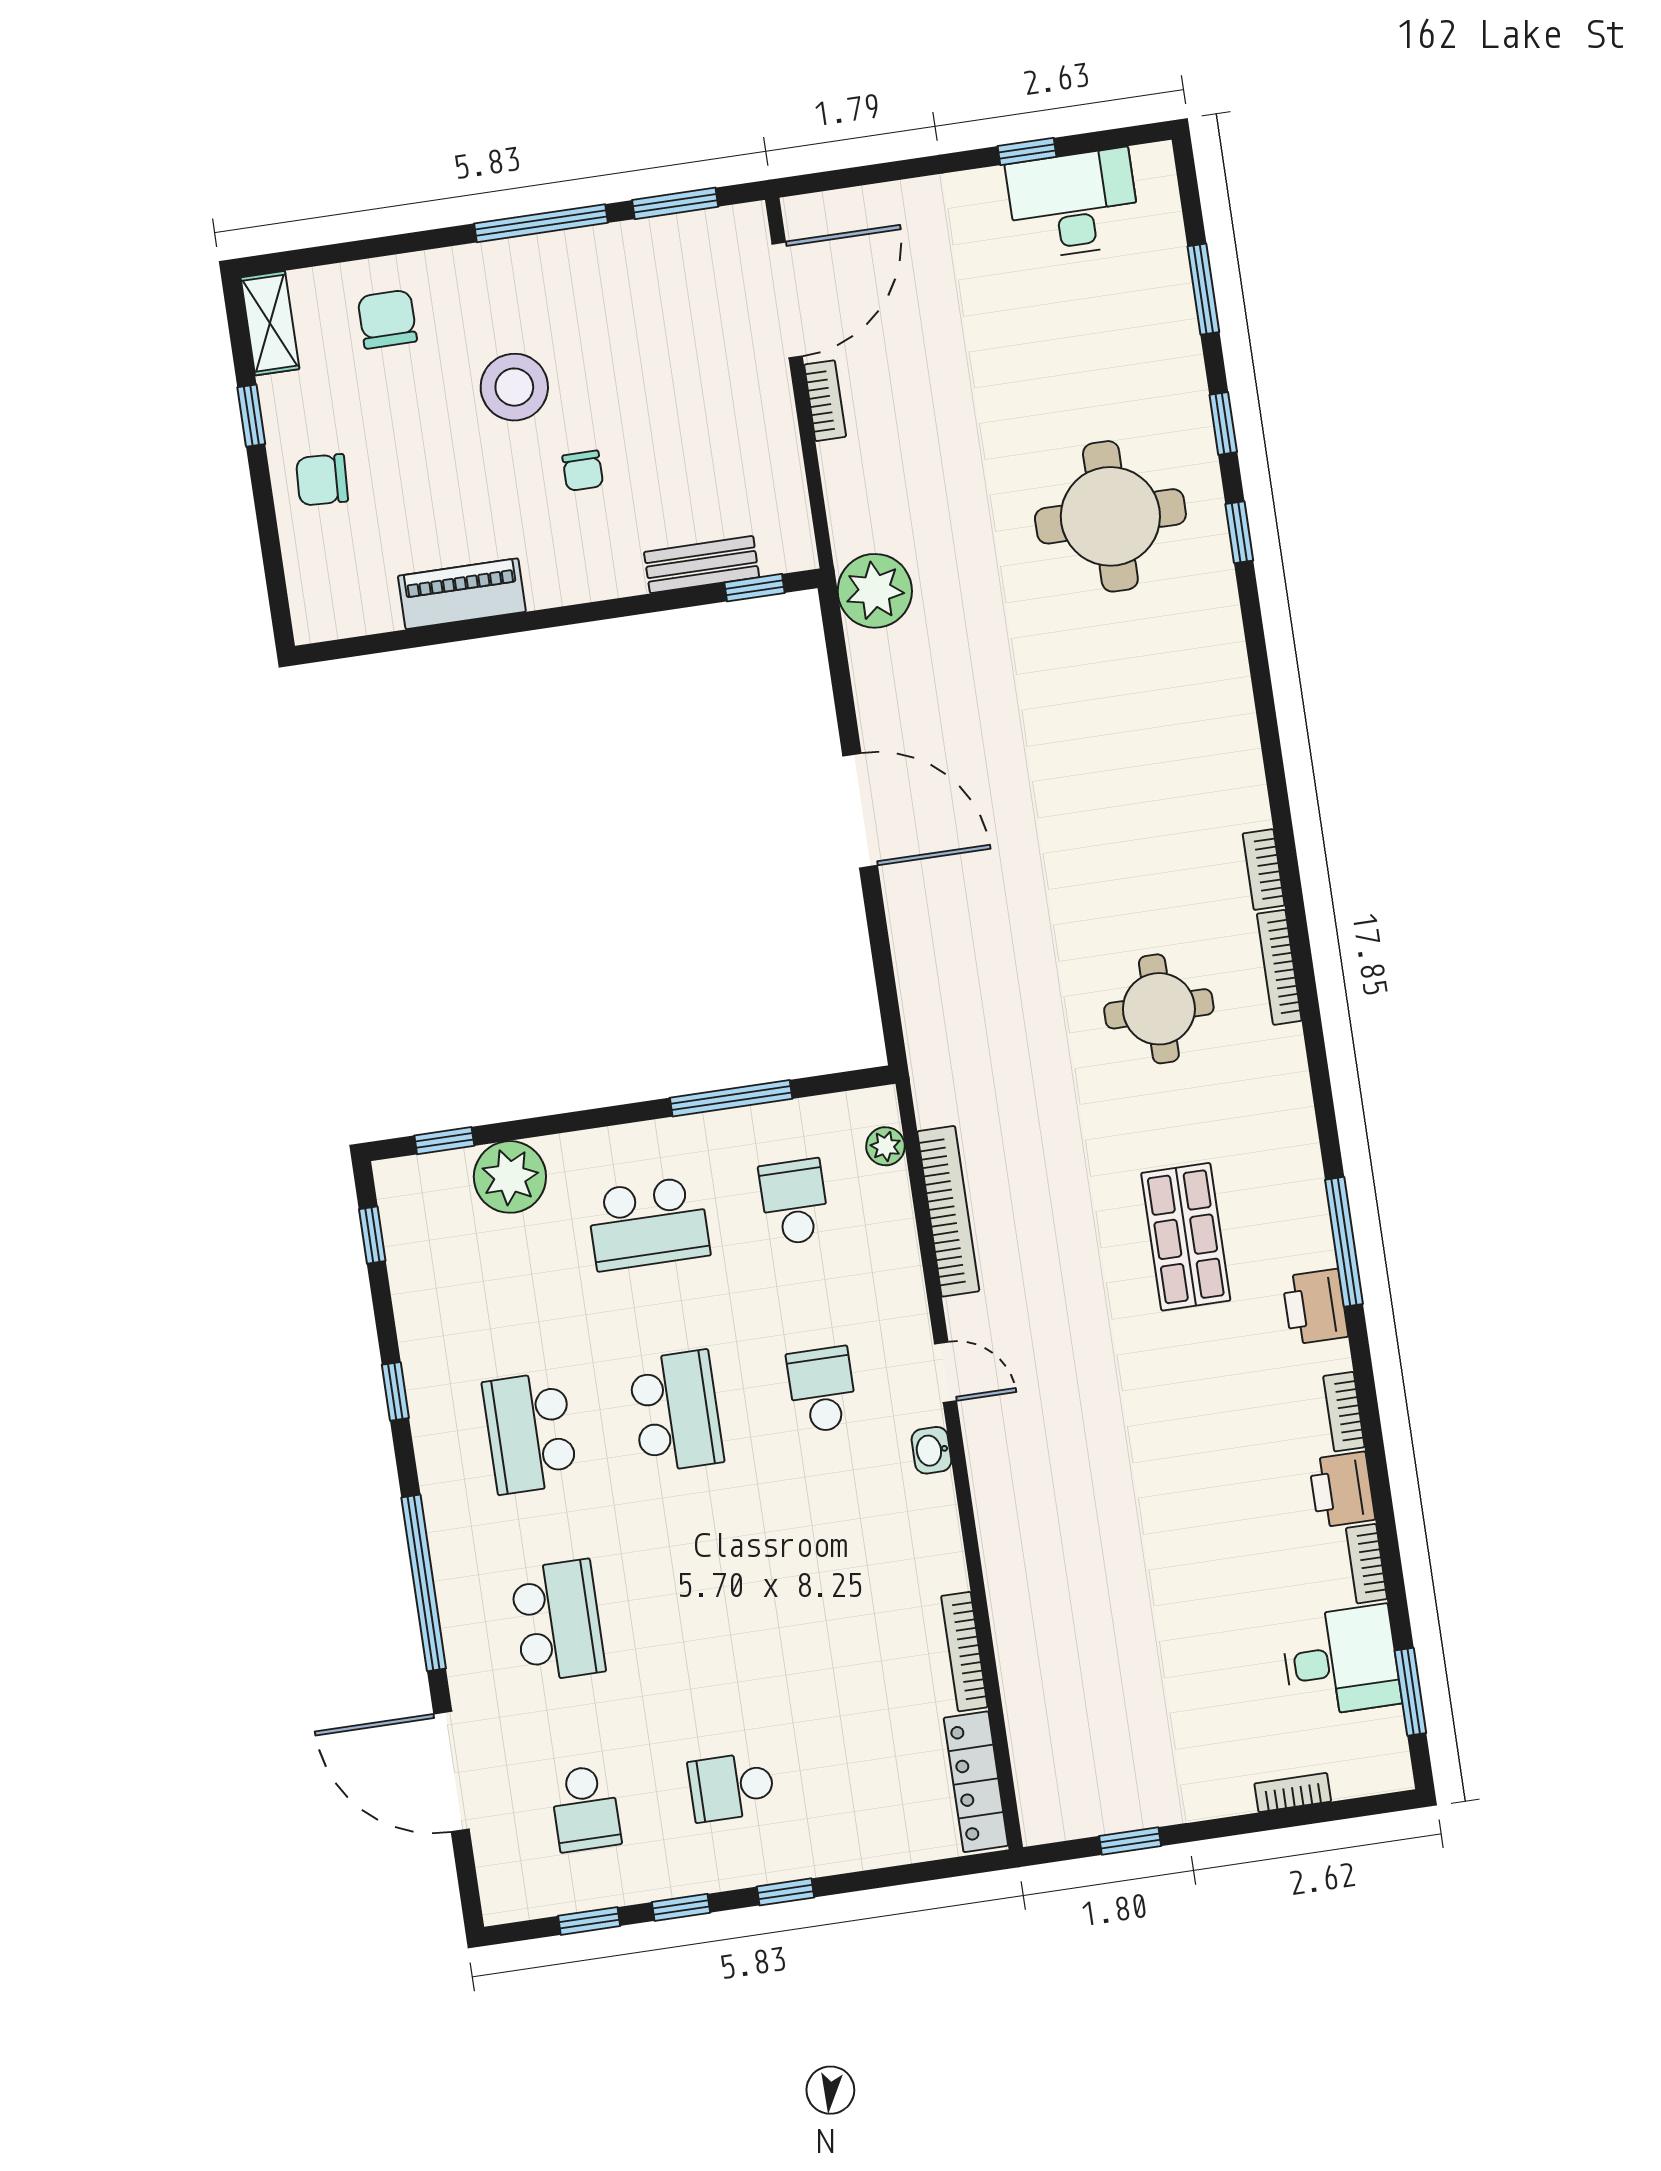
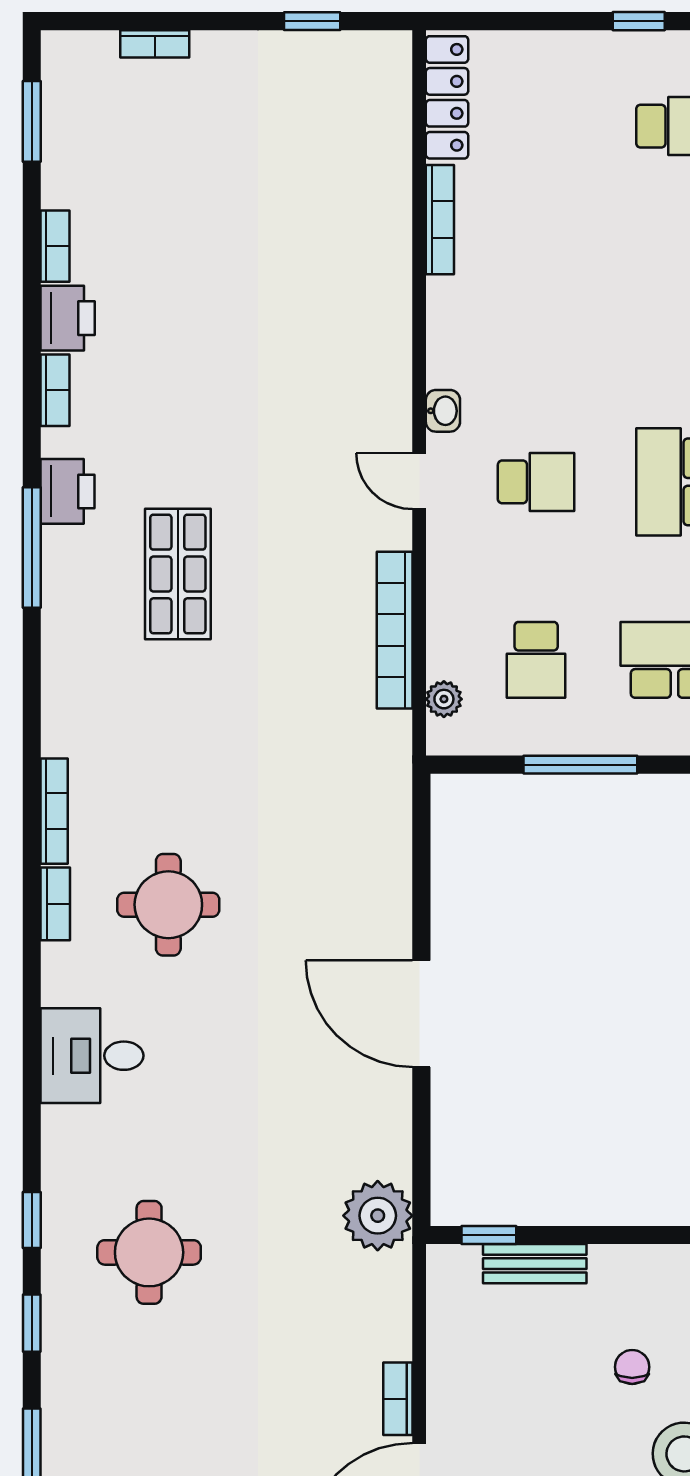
round table: (1110, 516) -> (149, 1252), width x0.73, depth x0.73
round table: (1159, 1009) -> (168, 905), moved
school desk: (822, 1390) -> (536, 482), turned -90
desk: (1341, 1661) -> (92, 1056), moved

